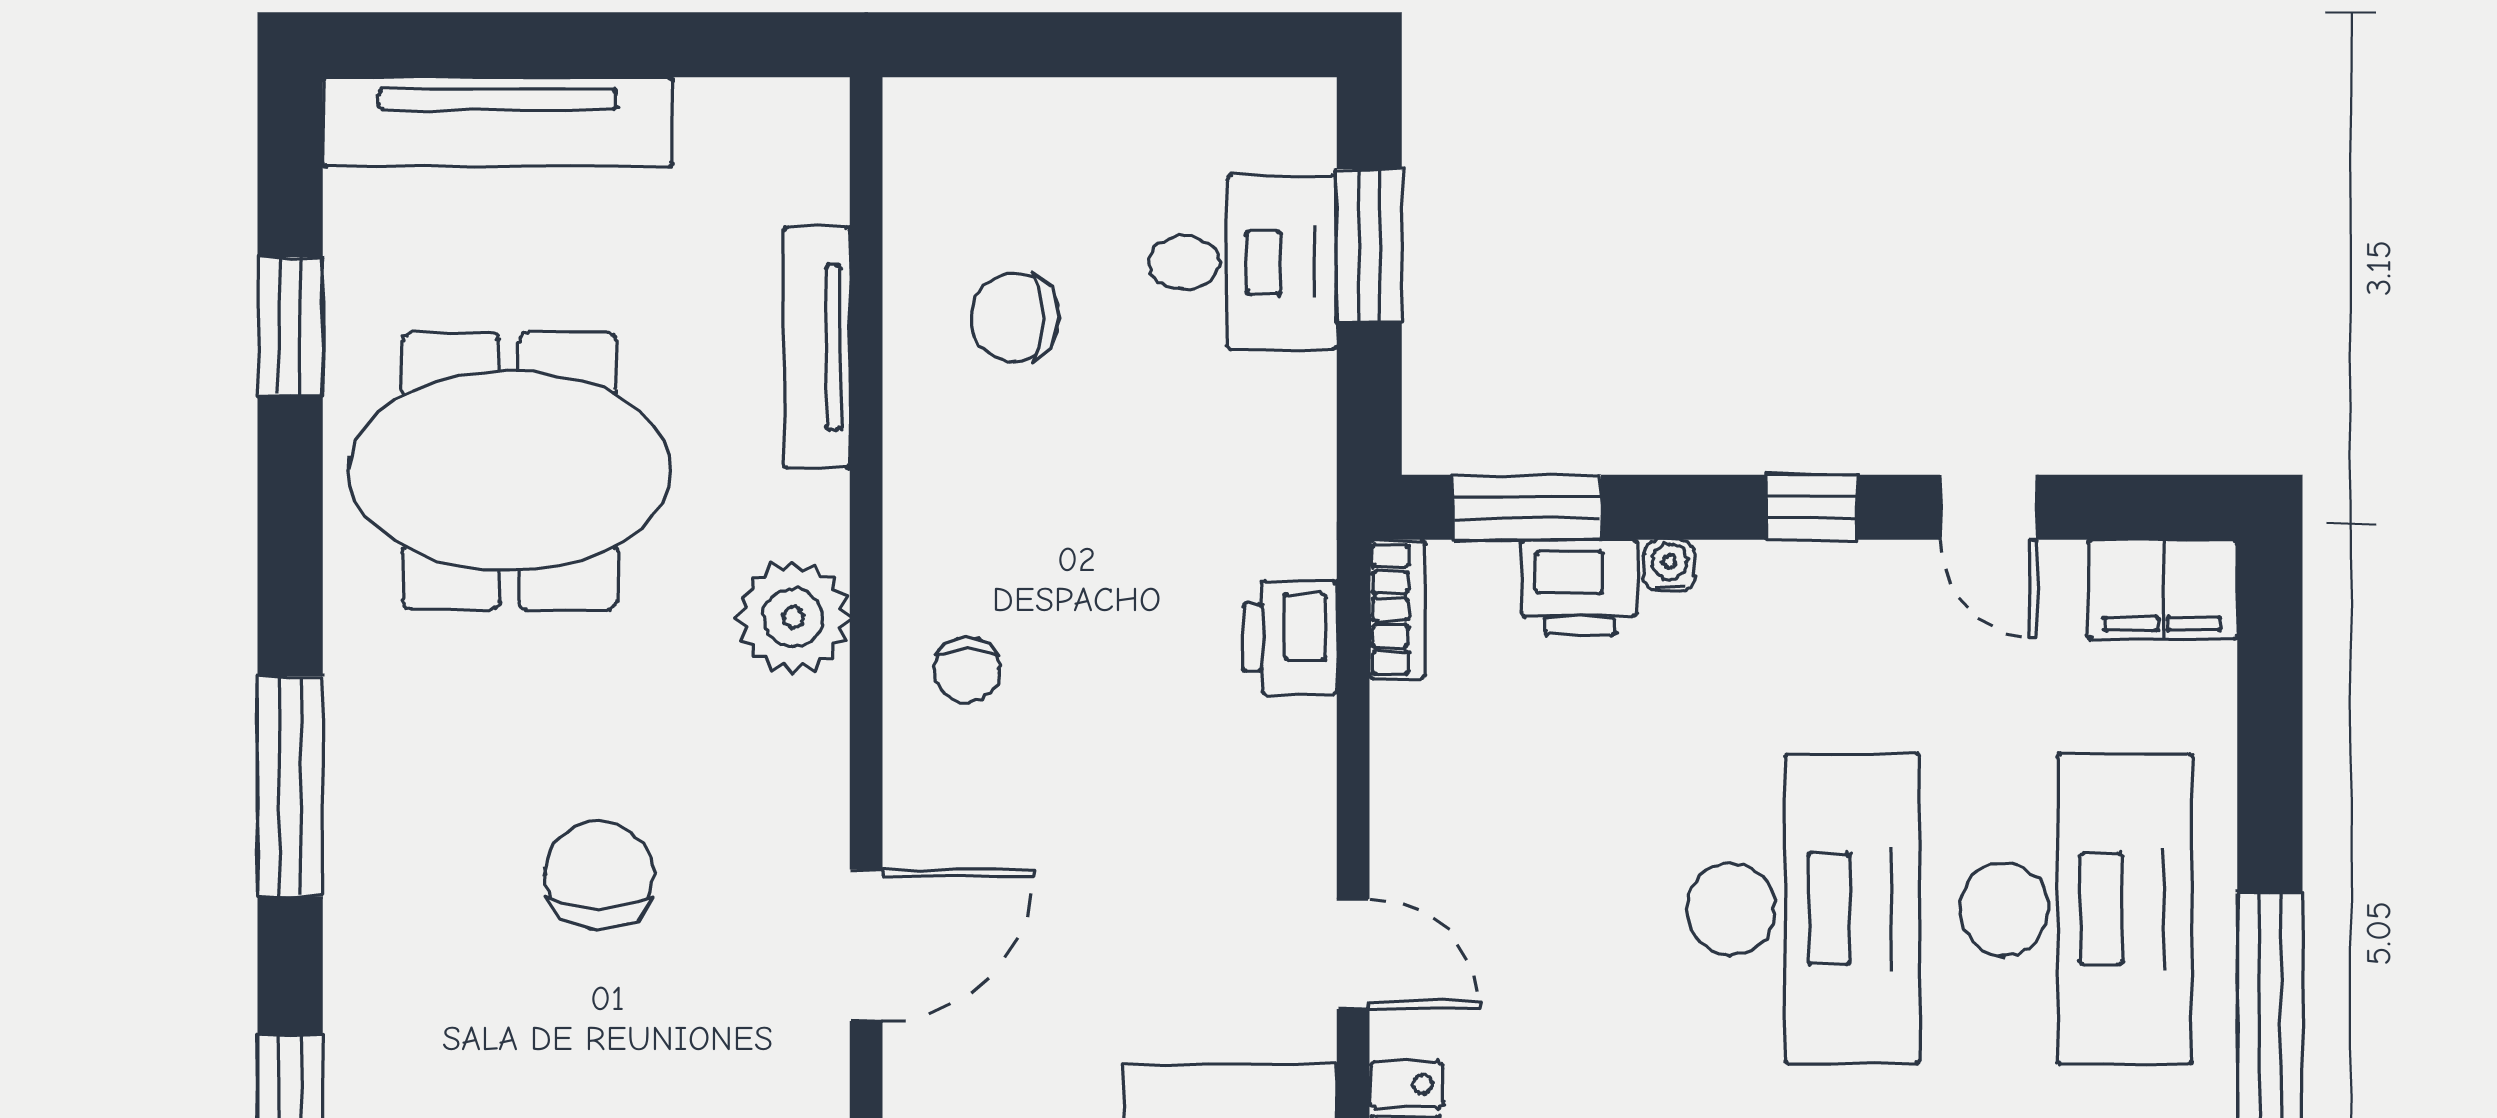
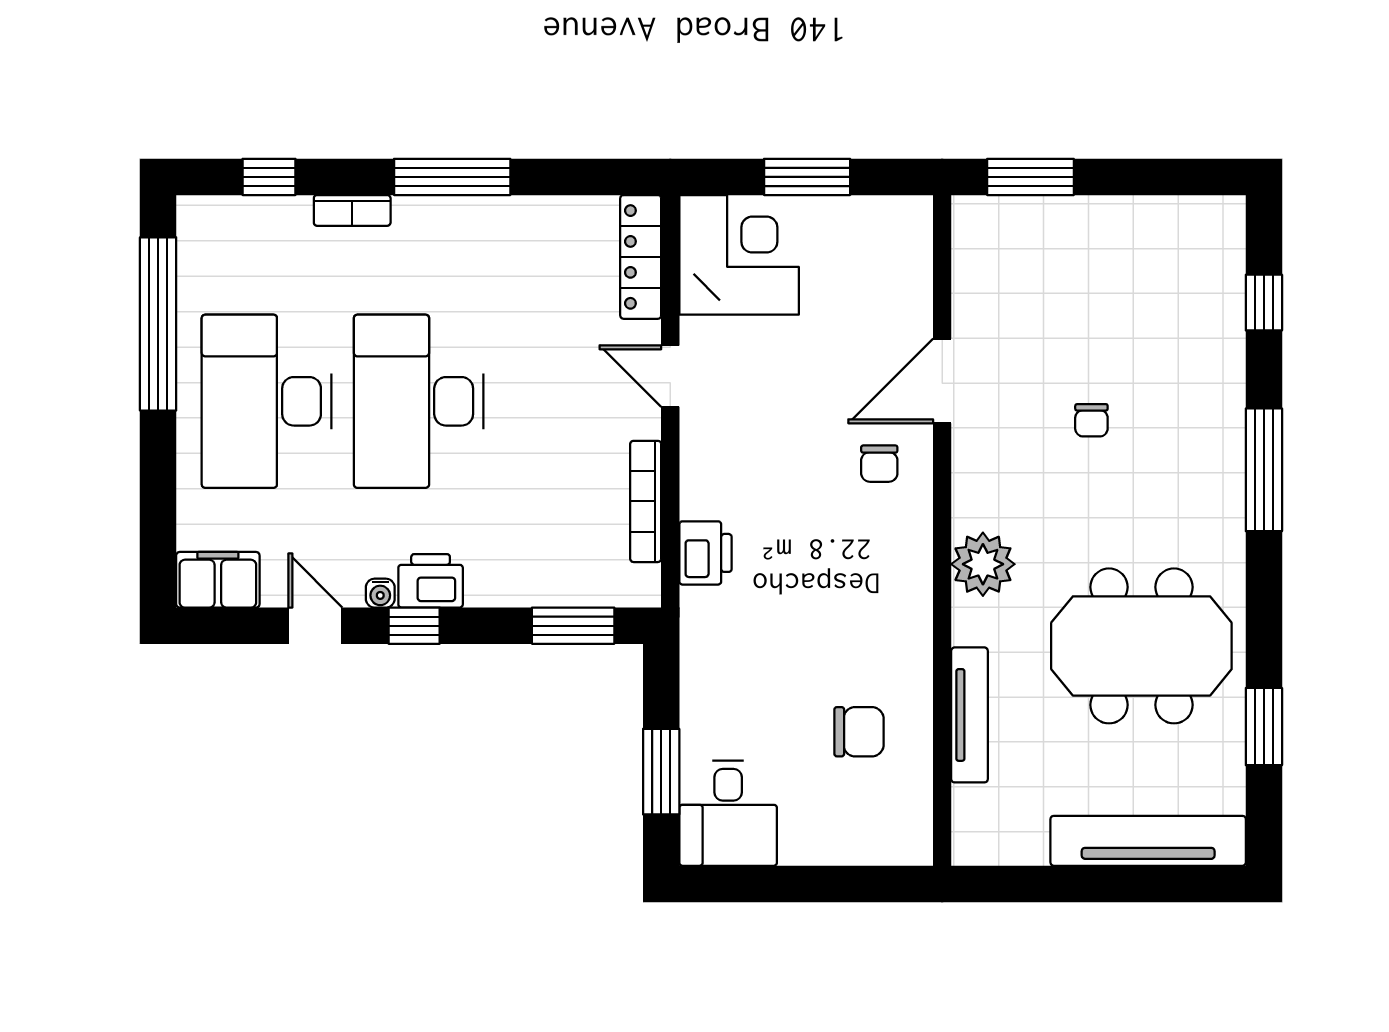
desk: (1243, 262) -> (728, 813), moved, turned -90
water cooler: (1670, 565) -> (380, 593), moved
printer: (1579, 588) -> (431, 581), moved
bookcase: (1397, 609) -> (646, 501), moved, width x1.56
chair: (967, 670) -> (879, 464), moved, turned 180
chair: (599, 875) -> (1091, 420), width x0.54, depth x0.54

